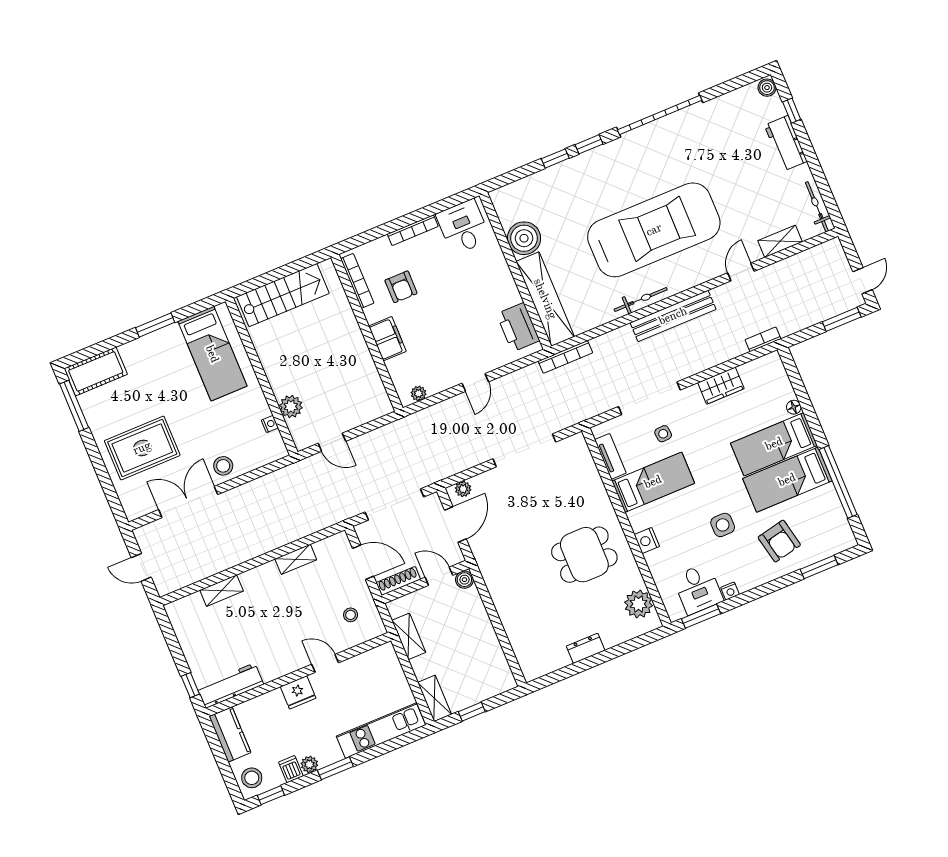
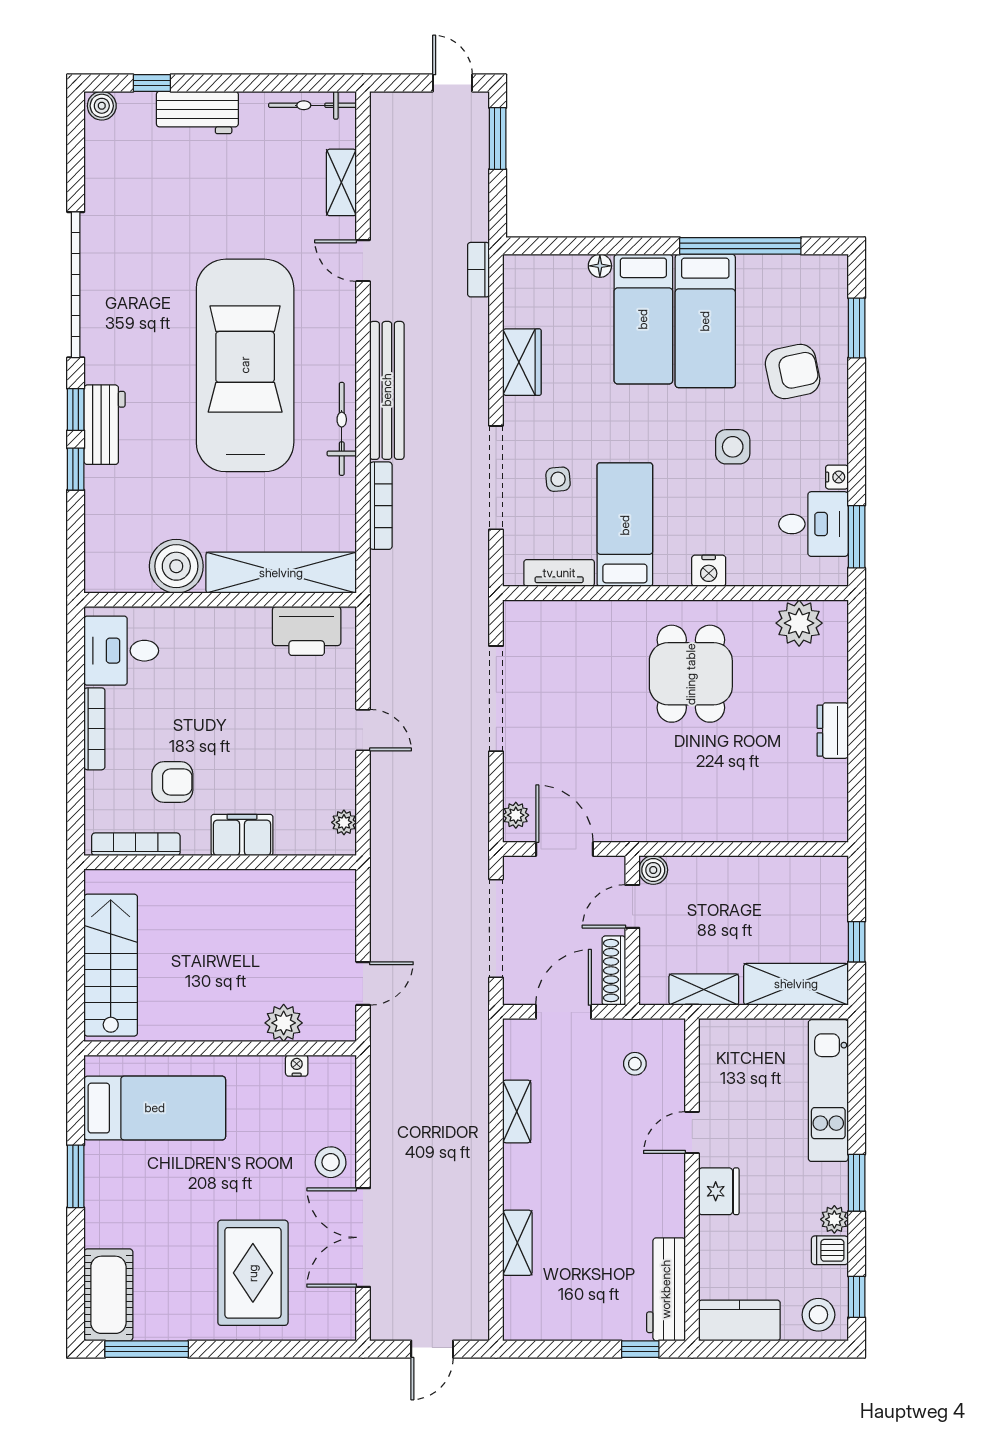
workbench: (587, 164) -> (104, 425), added
bookcase: (565, 357) -> (381, 506), moved
shelving: (435, 698) -> (796, 984), width x1.50, depth x1.33

